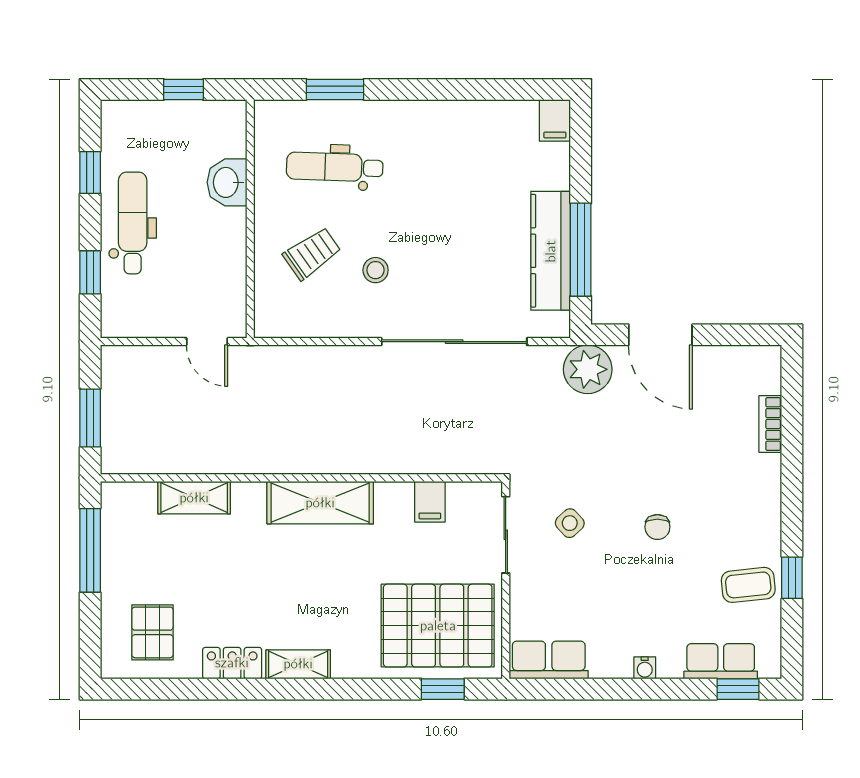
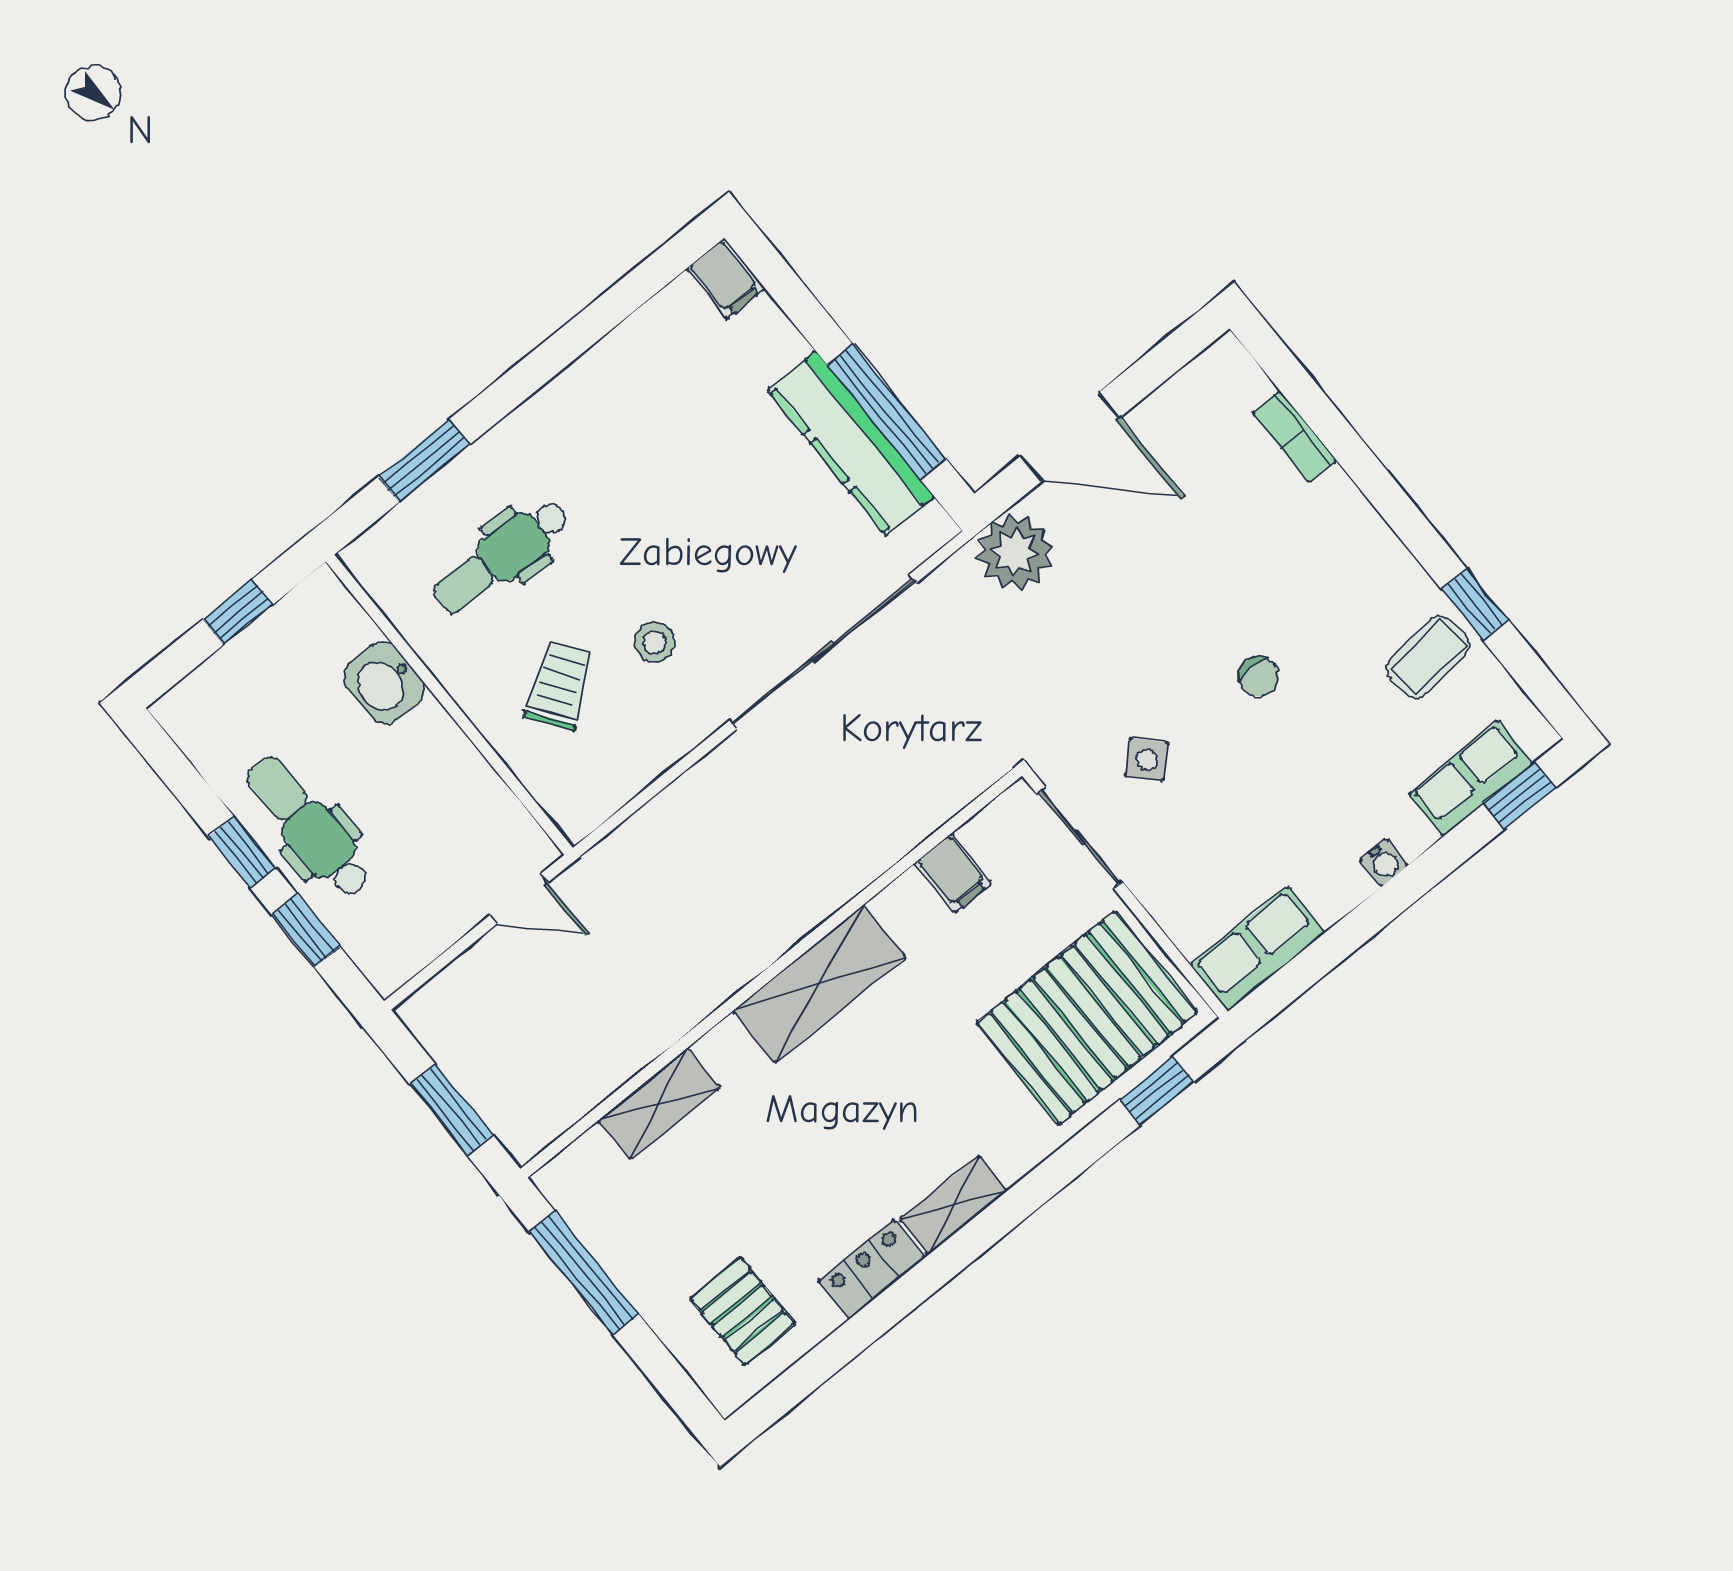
window: (90, 172) -> (242, 853), moved

